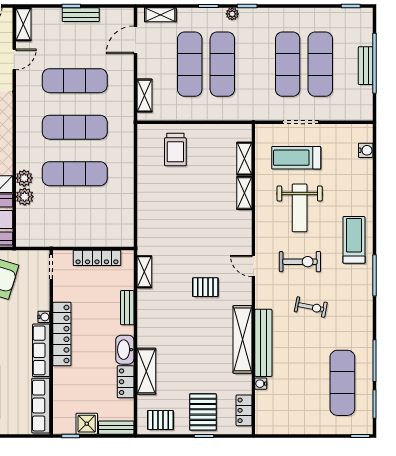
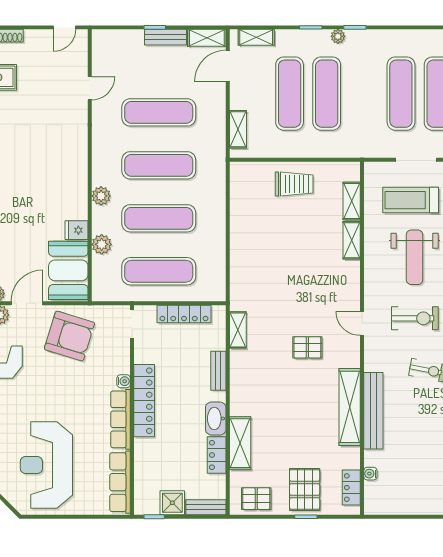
shelving: (23, 24) -> (207, 38), moved, turned 90
trolley: (175, 149) -> (294, 184), moved, turned -90
plant: (24, 178) -> (101, 196), moved
exercise mat: (75, 220) -> (159, 271), added
water cooler: (261, 384) -> (370, 474), moved

